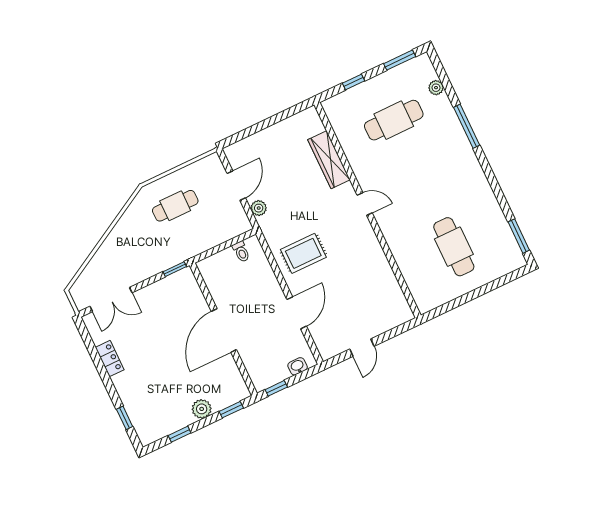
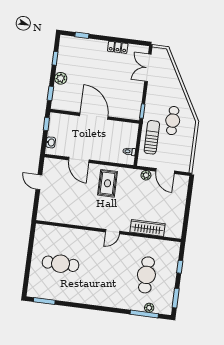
window: (467, 126) -> (144, 314), moved
cafe table: (175, 206) -> (173, 121), moved
sun lounger: (202, 233) -> (152, 137), added

